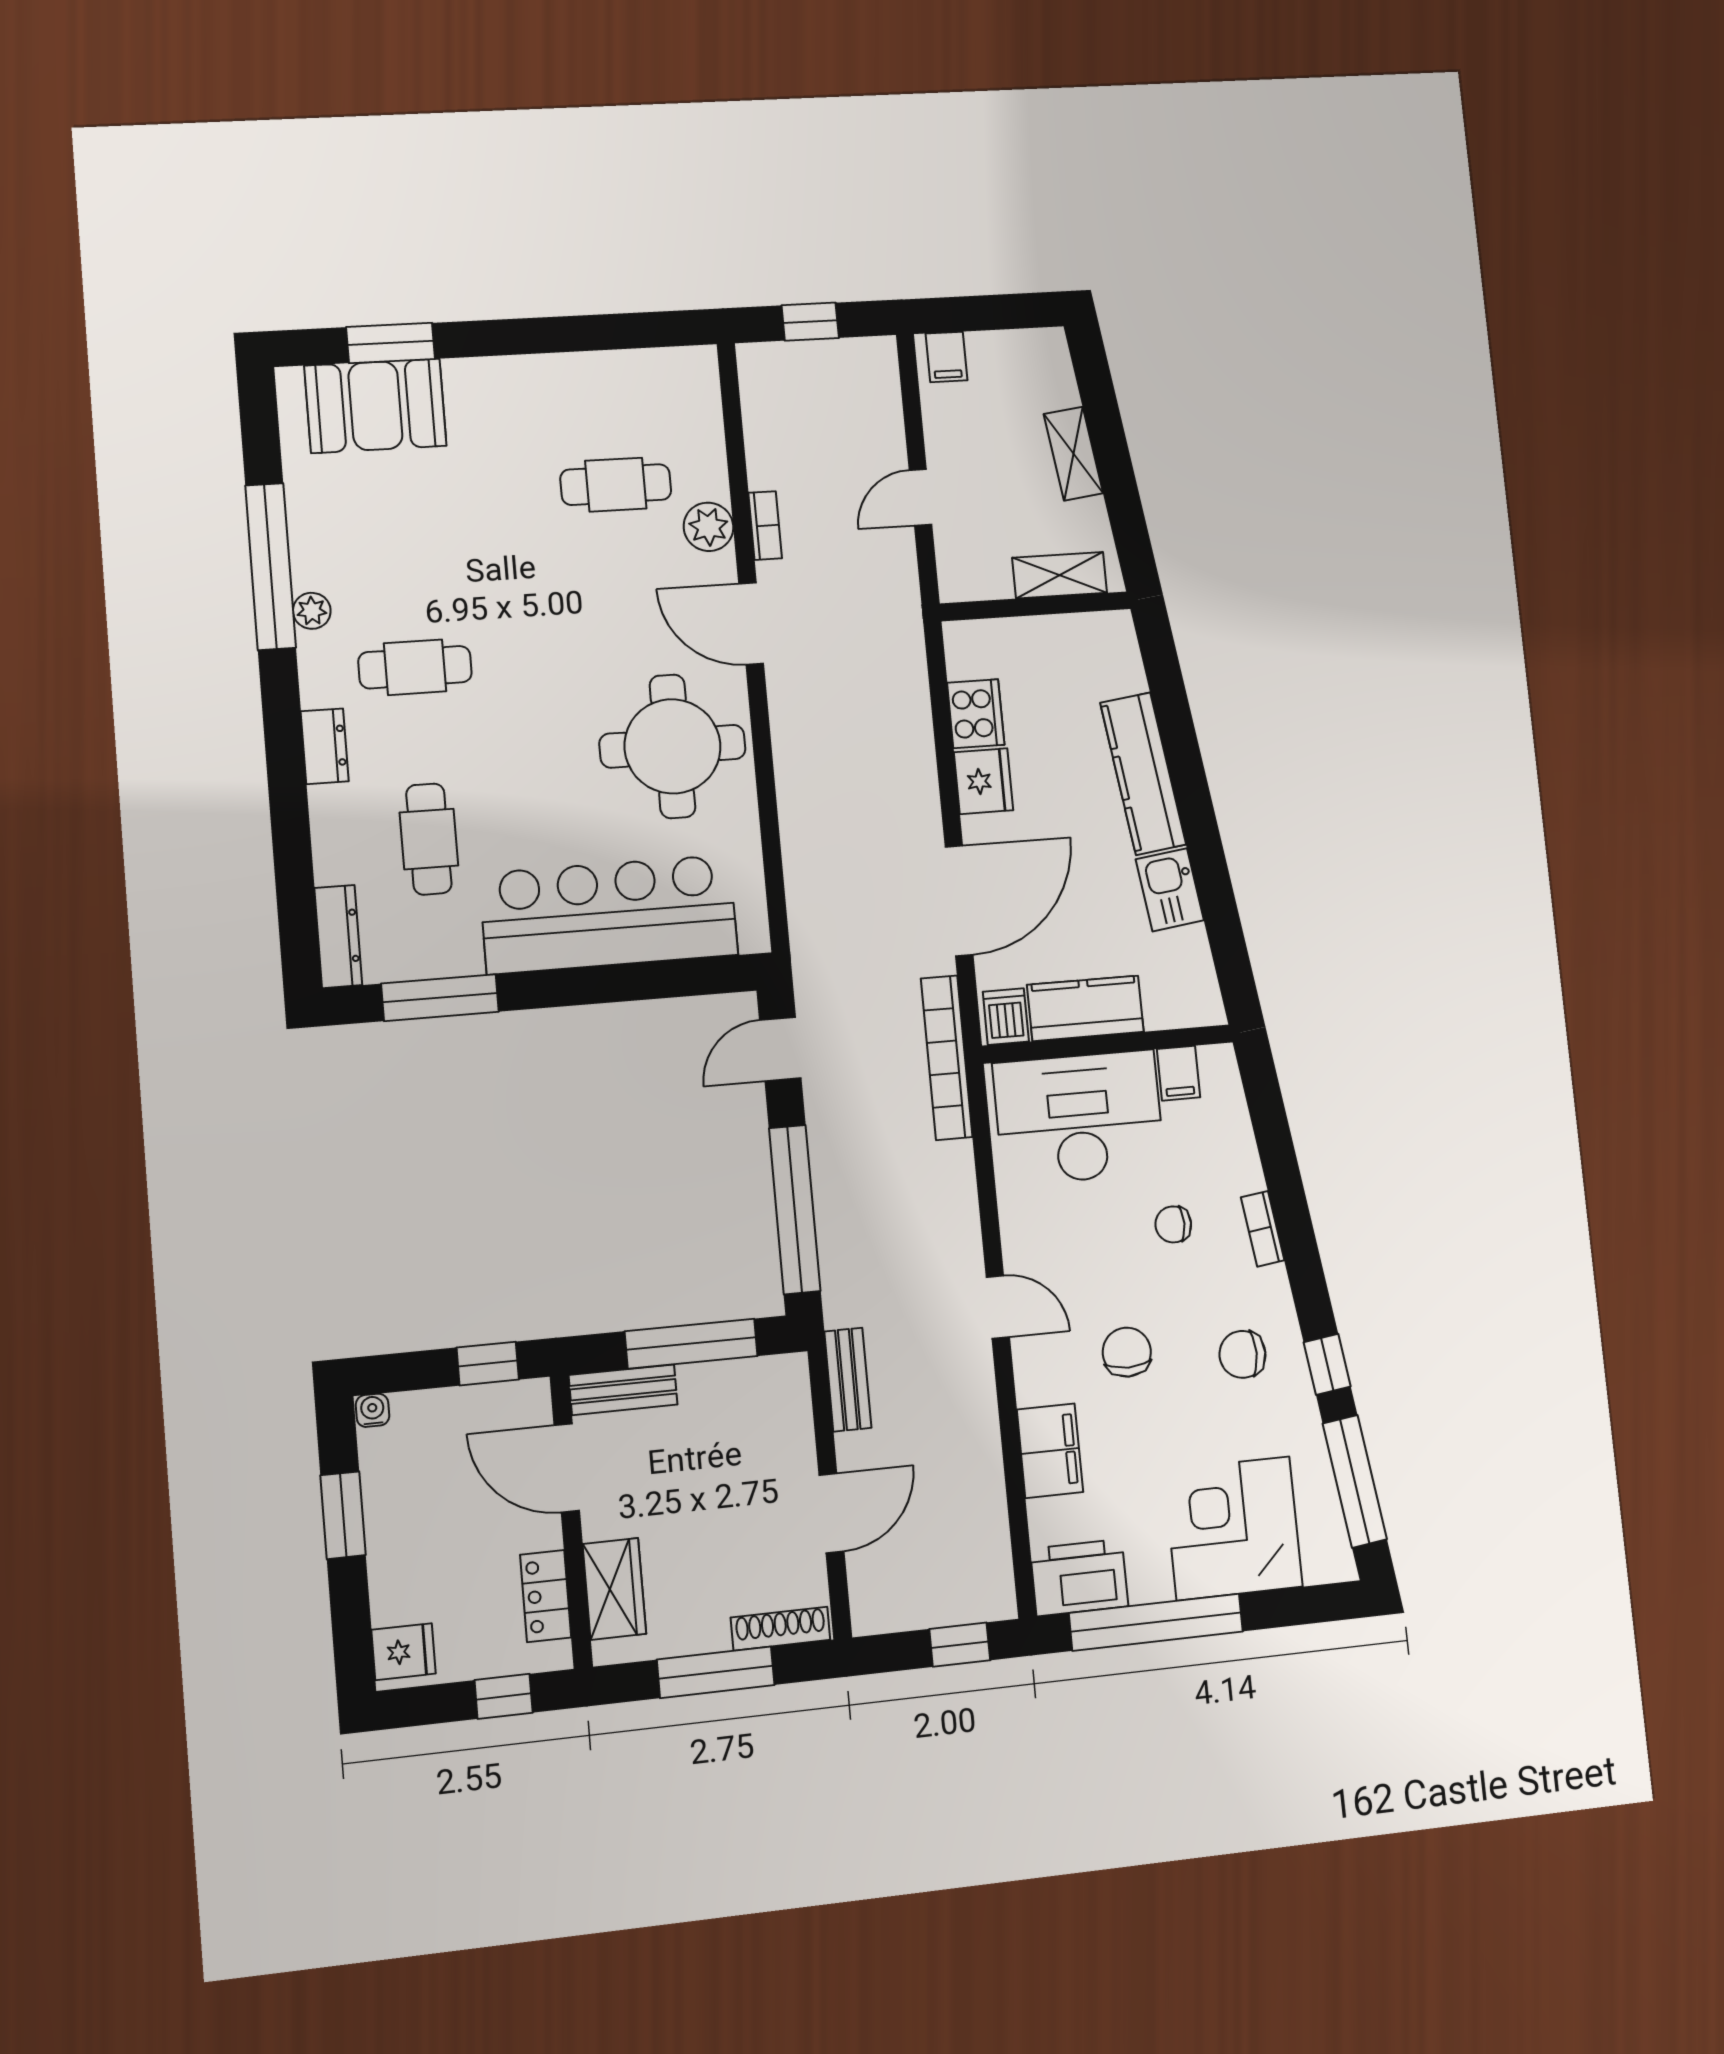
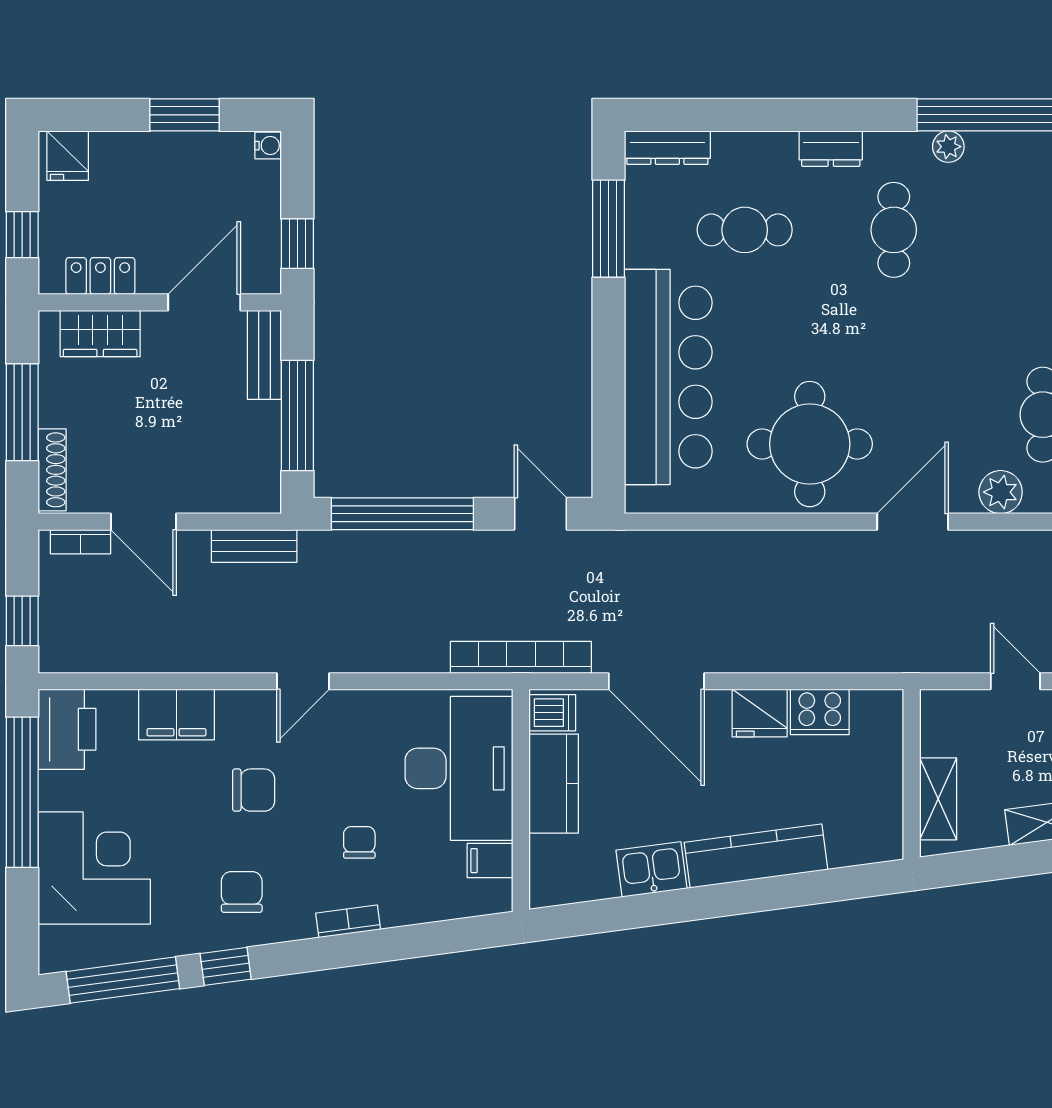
bookcase: (765, 526) -> (81, 542), moved

